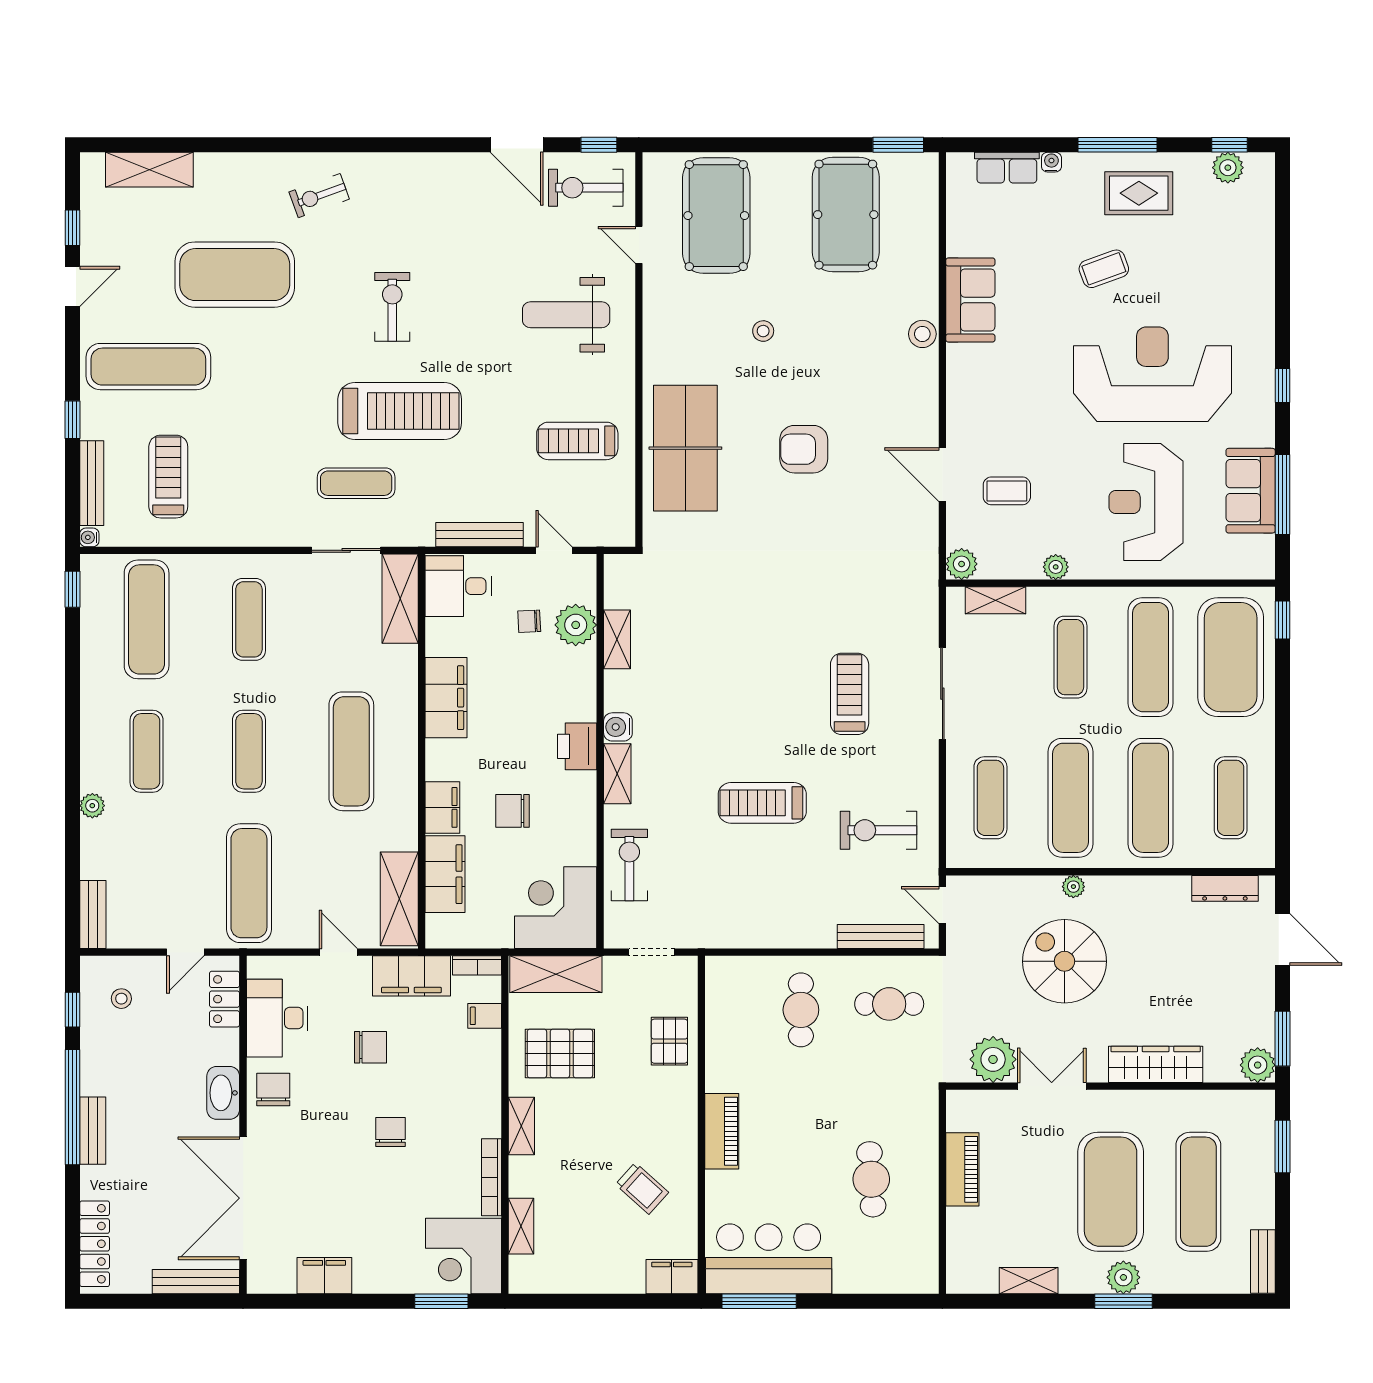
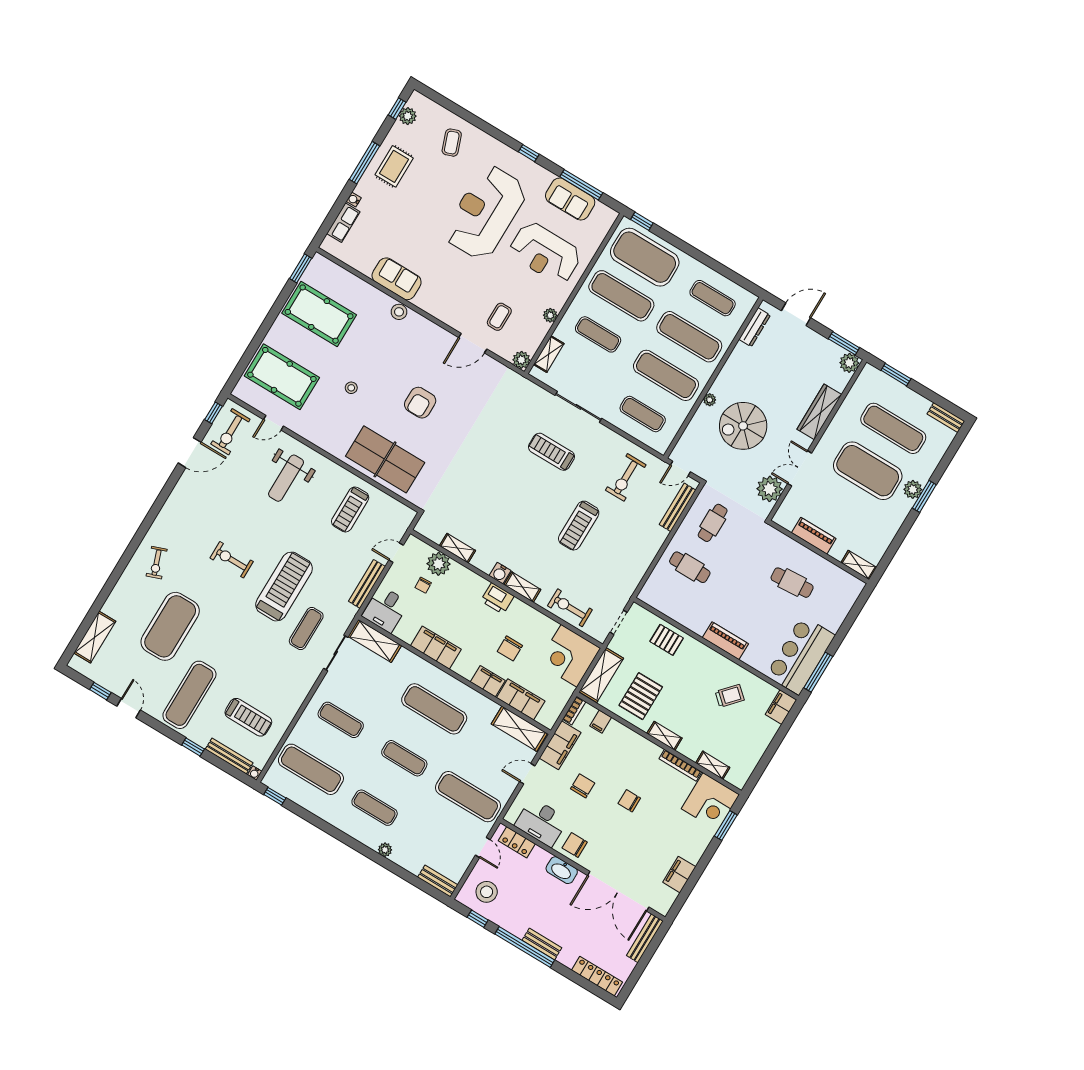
coffee table: (1104, 269) -> (452, 143), moved
treadmill: (168, 477) -> (248, 717), turned 180
stool: (121, 999) -> (487, 892), width x1.89, depth x1.89
shelving: (1029, 1281) -> (859, 565), moved, turned 90

